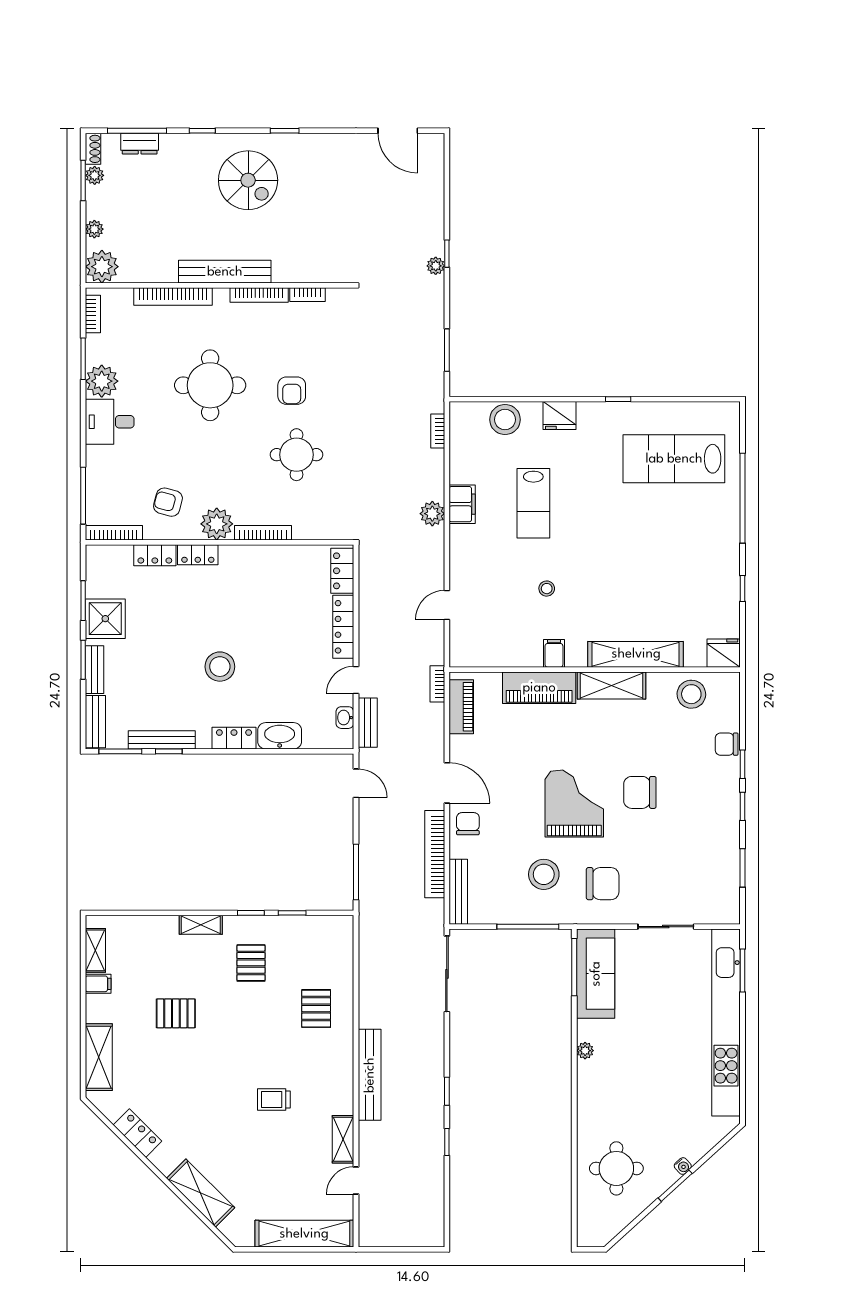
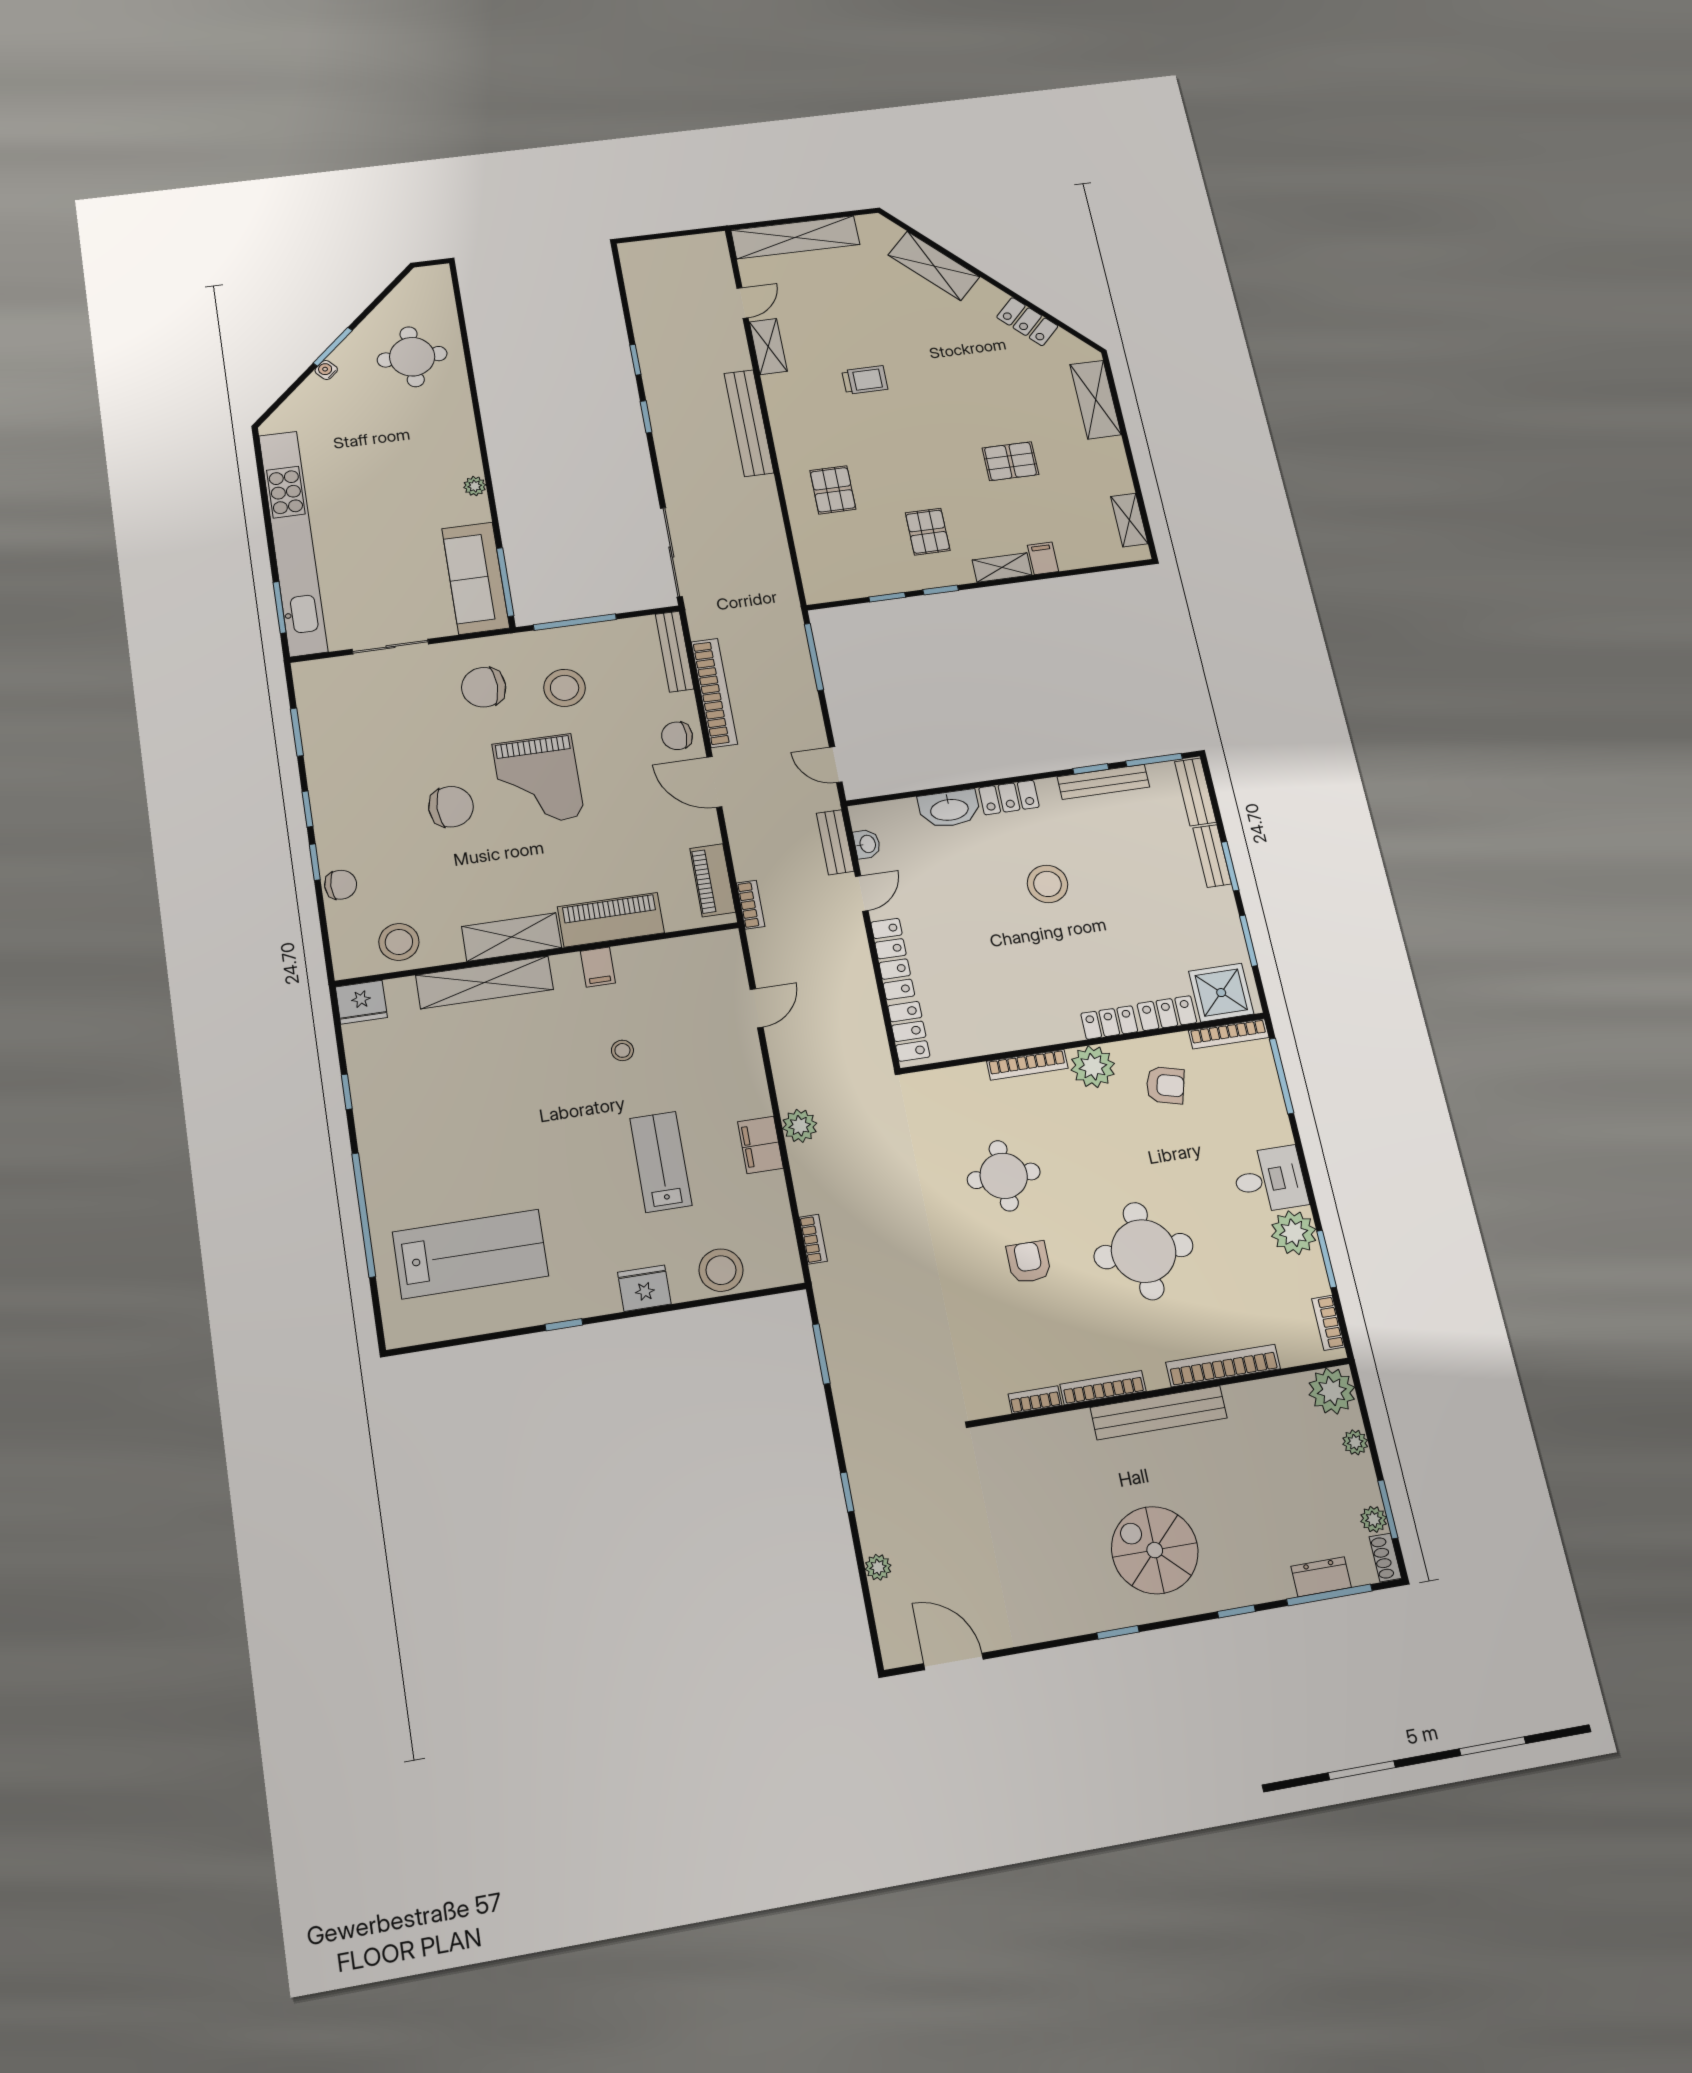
plant: (436, 266) -> (878, 1567), moved
shower: (105, 619) -> (1221, 993), moved
chair: (468, 824) -> (677, 736), turned 90
filing cabinet: (98, 984) -> (1043, 558), moved, turned 90

